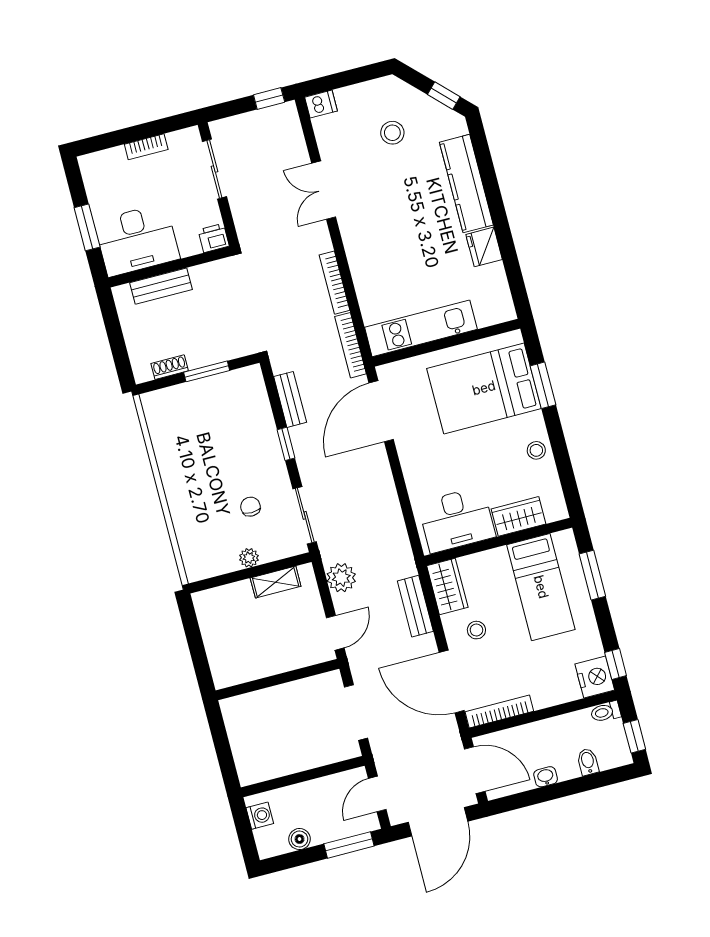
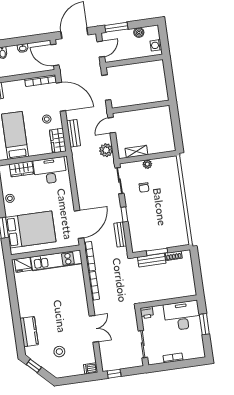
kitchen counter: (466, 184) -> (29, 332), width x0.67
fridge: (484, 247) -> (23, 265), moved, turned 90
bench: (161, 286) -> (152, 260), moved

